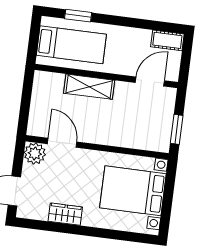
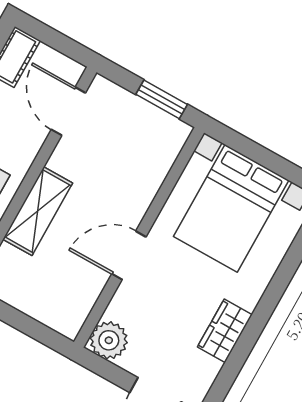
door: (62, 143) -> (129, 255), moved

